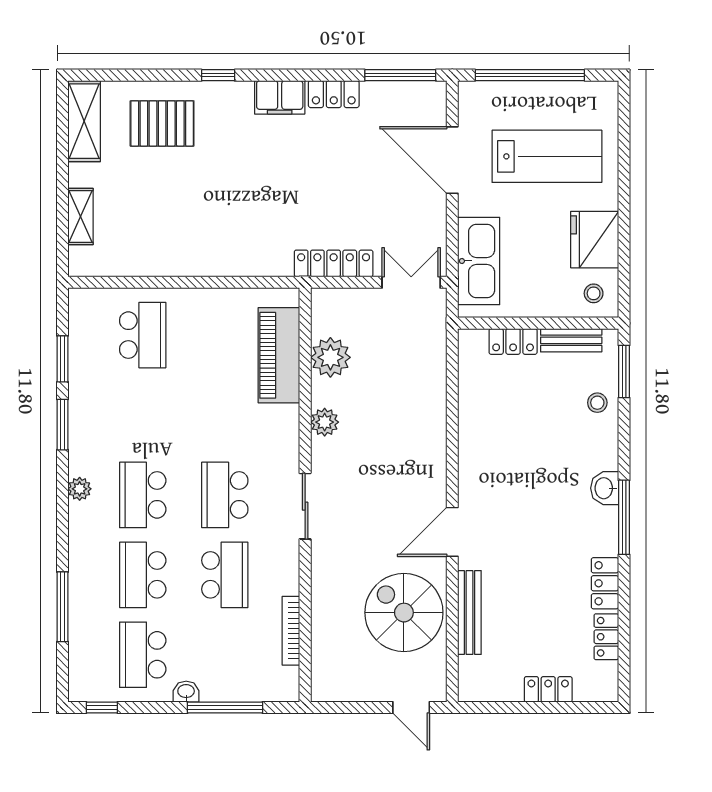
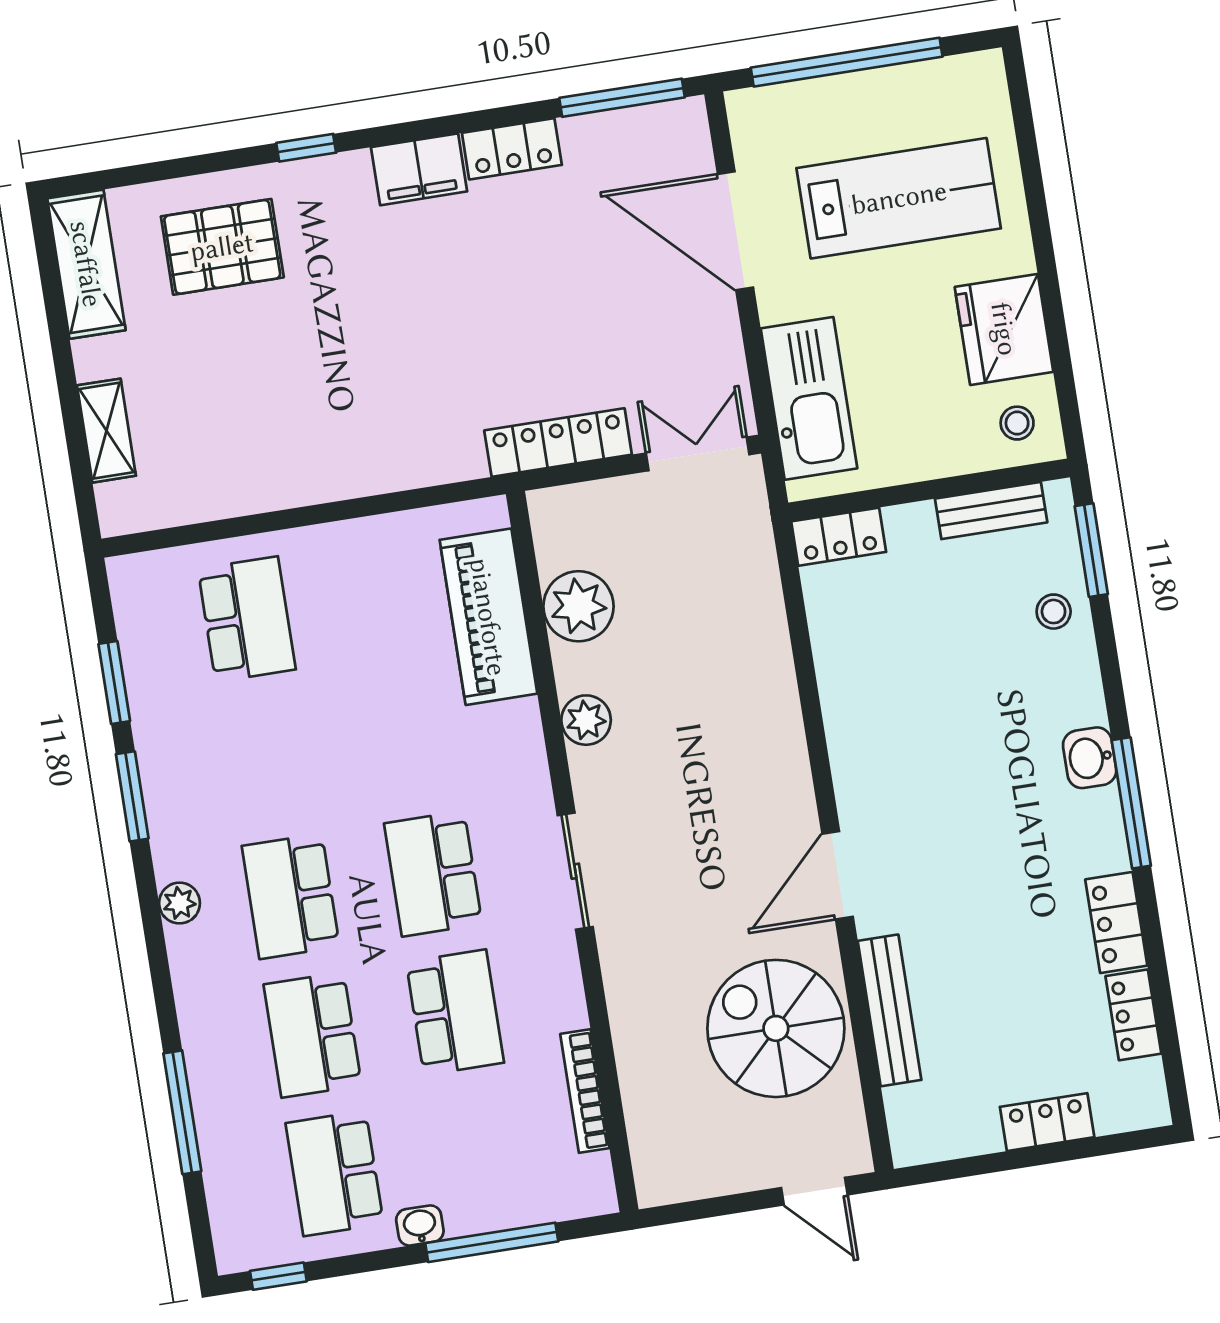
locker: (513, 341) -> (839, 537), moved

